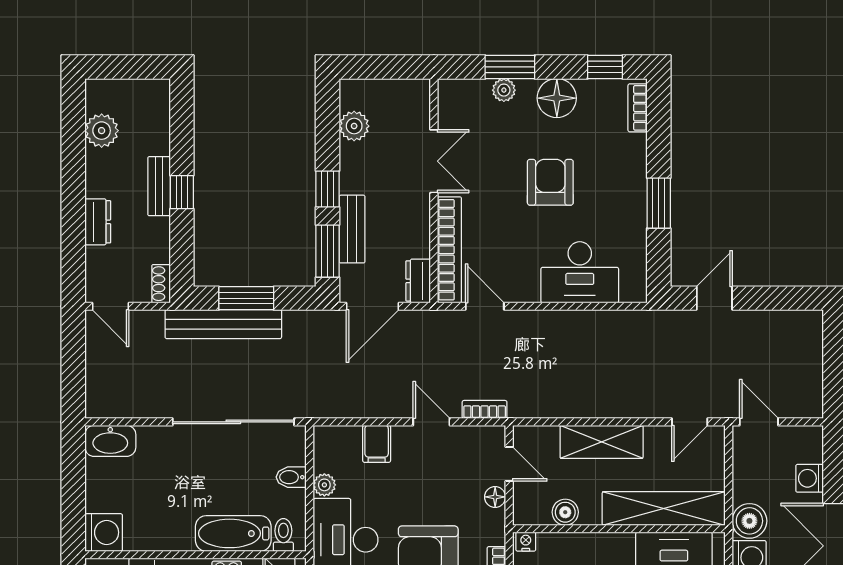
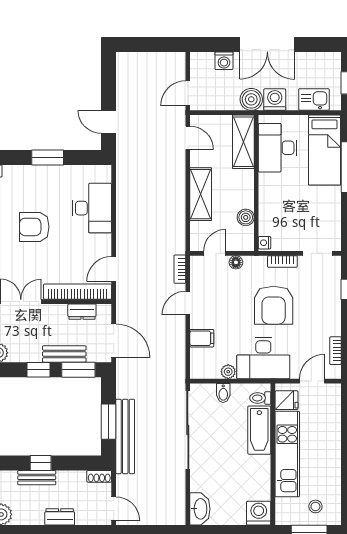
dresser: (418, 281) -> (82, 312), moved
door: (111, 306) -> (114, 509), hinge flipped
shelving: (664, 508) -> (243, 142), width x0.68

